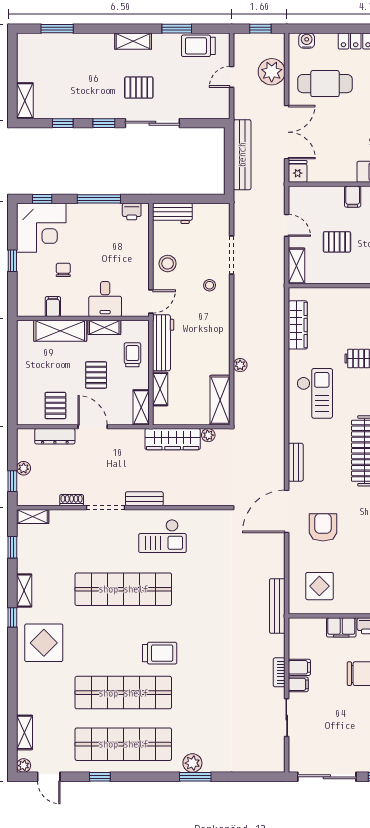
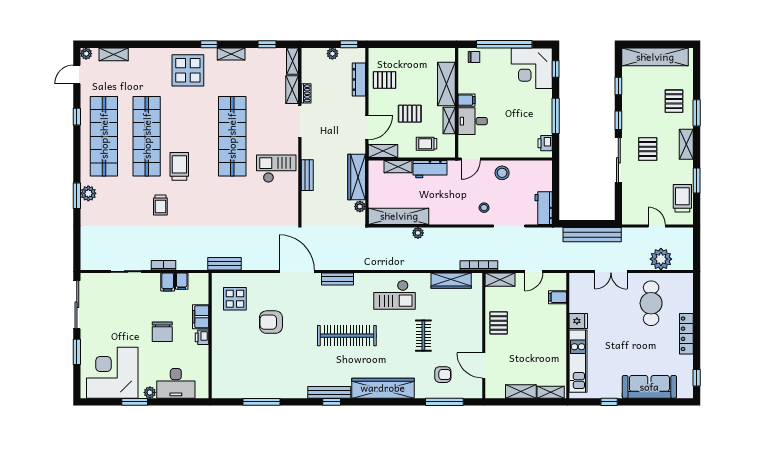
window: (57, 29) -> (697, 113), moved
window: (260, 29) -> (697, 250), removed
water cooler: (307, 41) -> (687, 288), removed
pallet: (81, 56) -> (674, 101), added
shelving: (25, 101) -> (655, 57), width x2.20, depth x1.33
double door: (287, 132) -> (611, 272), width x0.73
fridge: (298, 171) -> (578, 321), moved
filing cabinet: (353, 197) -> (557, 297), moved
workbench: (172, 213) -> (544, 208), moved
pallet: (337, 242) -> (499, 323), moved
window: (12, 261) -> (504, 44), width x3.17
chair: (63, 270) -> (474, 57), moved
bookcase: (279, 291) -> (479, 265), added
door: (151, 301) -> (471, 159), hinge flipped
filing cabinet: (53, 307) -> (466, 100), moved
workbench: (163, 343) -> (430, 169), width x0.73
trolley: (132, 355) -> (426, 144), turned 180
shelving: (220, 400) -> (399, 216), width x1.47
door: (93, 427) -> (367, 127), moved
window: (12, 481) -> (349, 44), moved
bench: (144, 499) -> (307, 175), moved
shelving: (67, 517) -> (292, 90), added
armchair: (323, 527) -> (271, 322), moved, turned 180
checkout: (162, 536) -> (276, 169), turned 90
bench: (277, 606) -> (224, 264), width x0.73
trolley: (160, 653) -> (179, 166), turned 180
trolley: (206, 676) -> (160, 205), added
filing cabinet: (298, 684) -> (182, 281), moved

